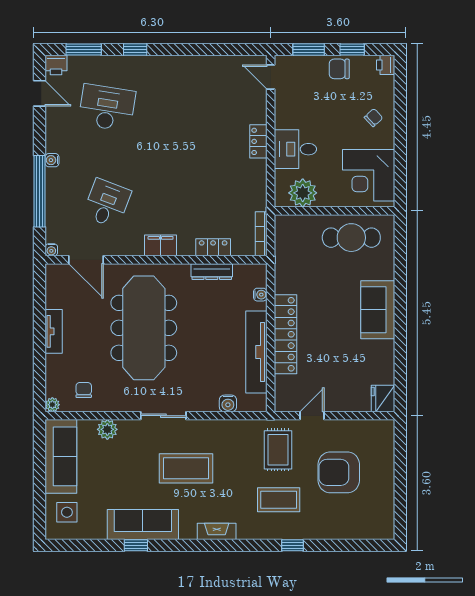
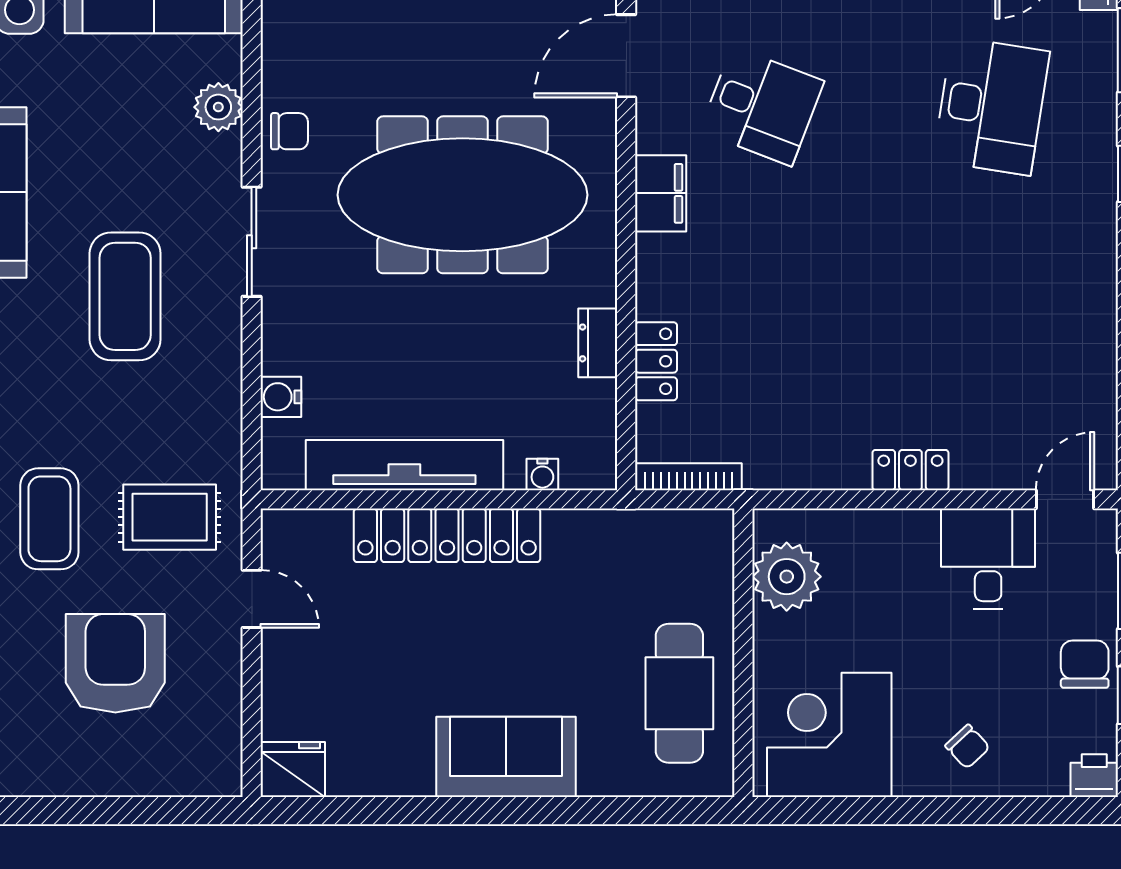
desk: (295, 149) -> (988, 559), moved
filing cabinet: (161, 245) -> (661, 193), moved
dresser: (212, 272) -> (598, 343), width x0.70
chair: (84, 390) -> (290, 131), moved

